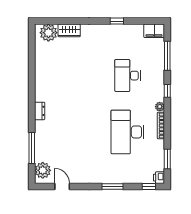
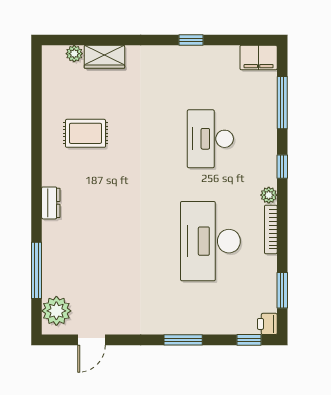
plant: (48, 33) -> (74, 54), width x0.53, depth x0.53
rug: (59, 73) -> (86, 133), added
door: (62, 186) -> (92, 340), swing flipped

